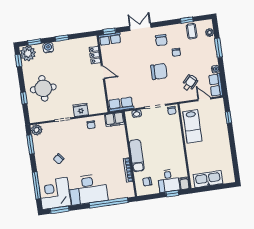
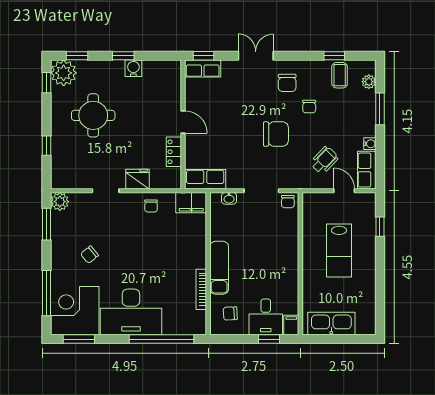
water cooler: (48, 48) -> (133, 68), moved
locker: (95, 55) -> (174, 152), moved
round table: (43, 88) -> (93, 115), moved
lab bench: (192, 126) -> (339, 251), moved

